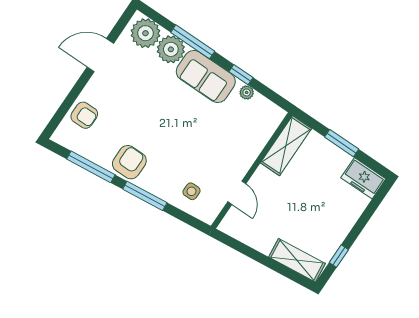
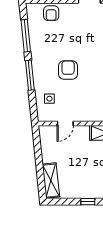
armchair: (129, 162) -> (68, 70), moved, turned -90
window: (339, 256) -> (88, 202), moved

